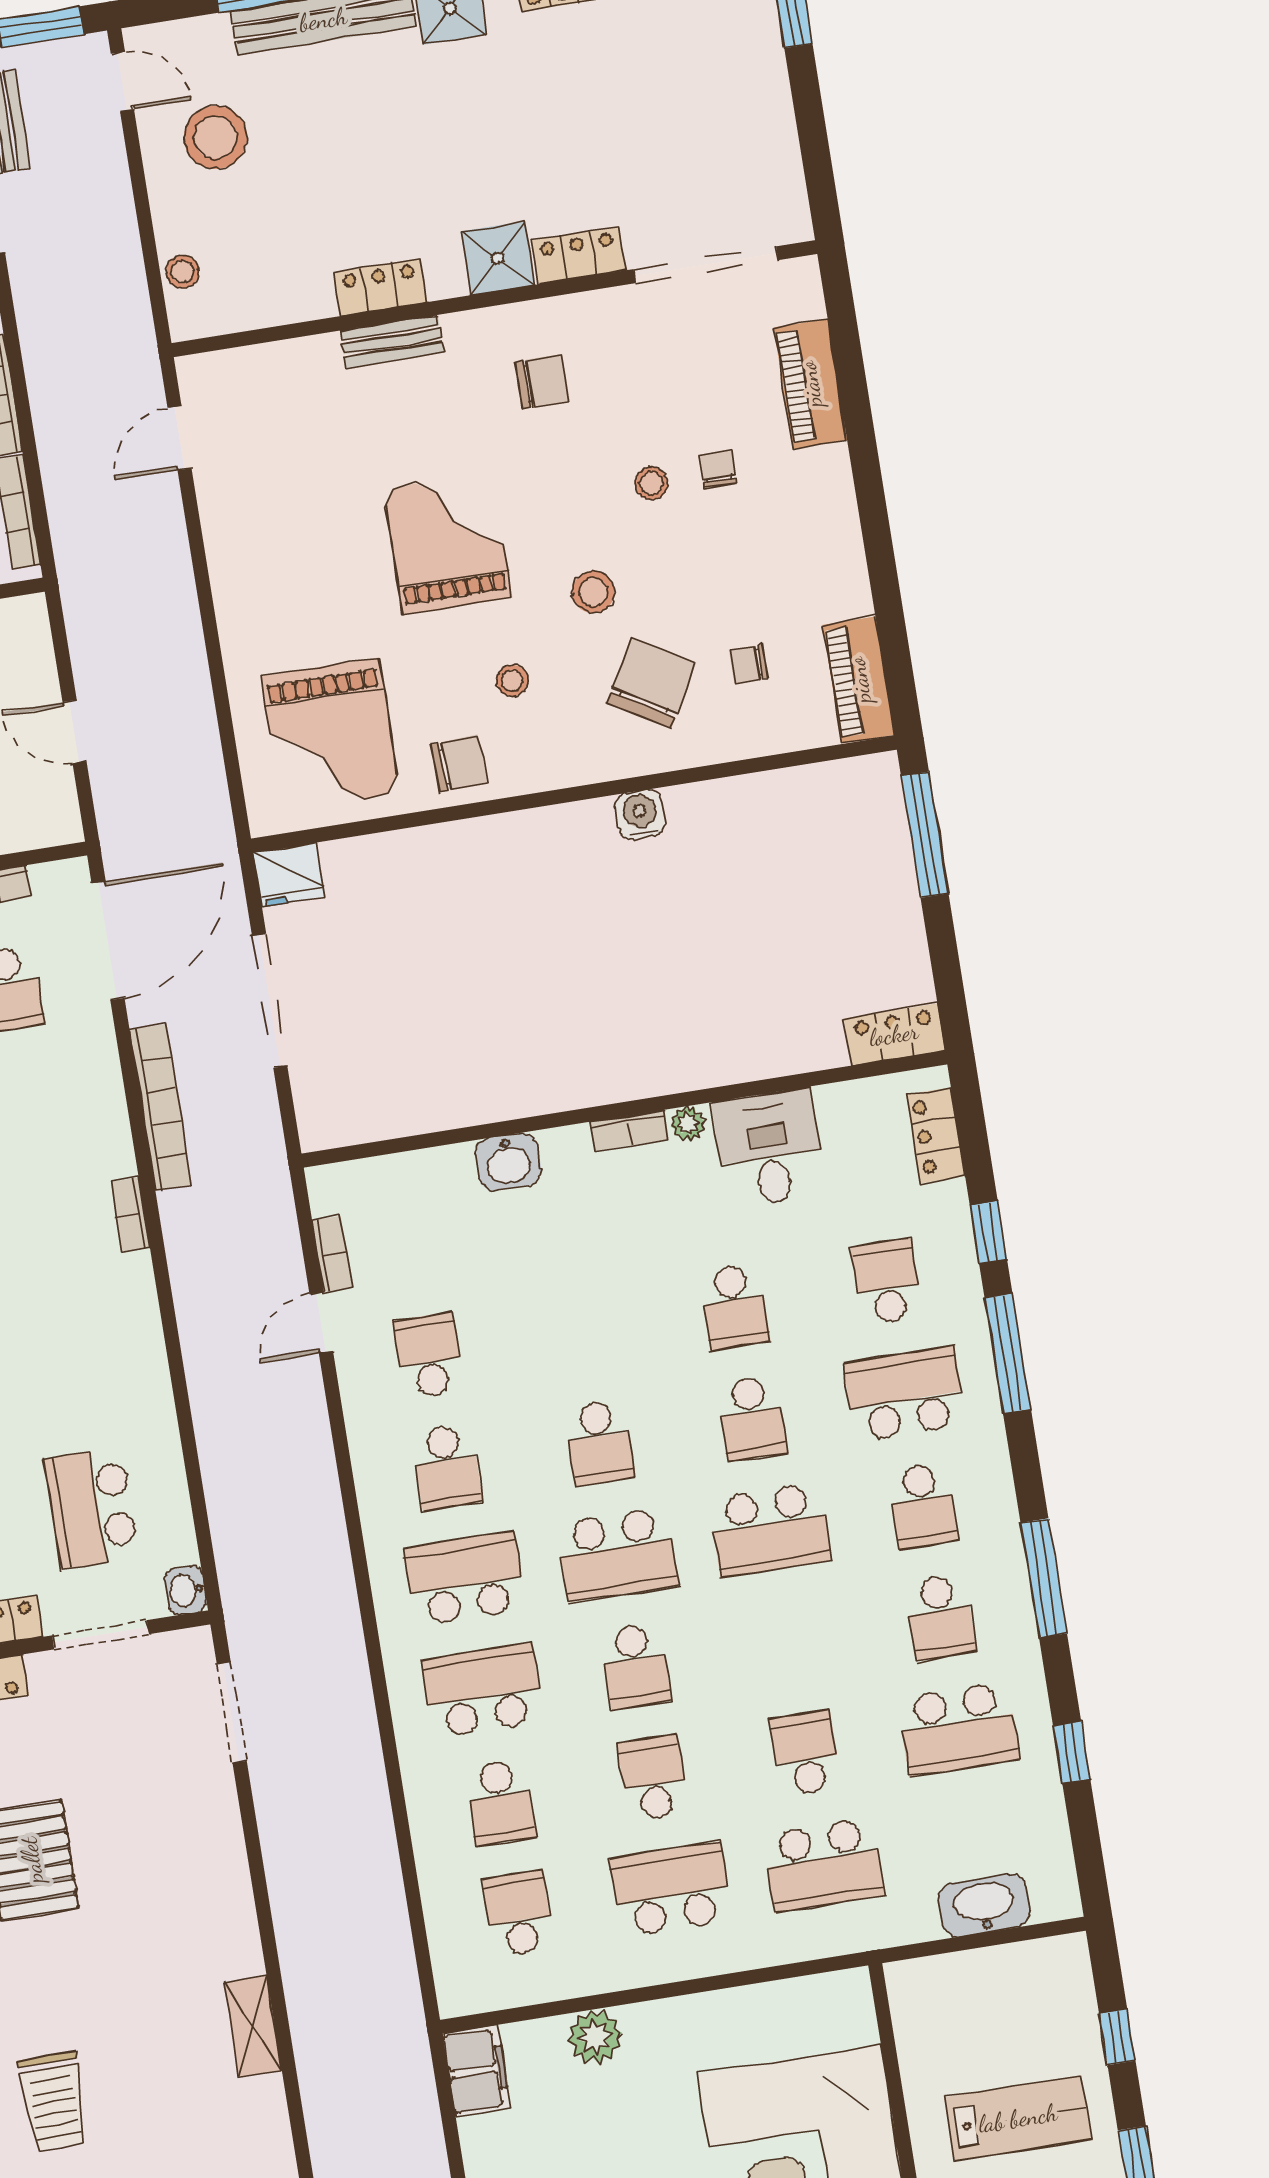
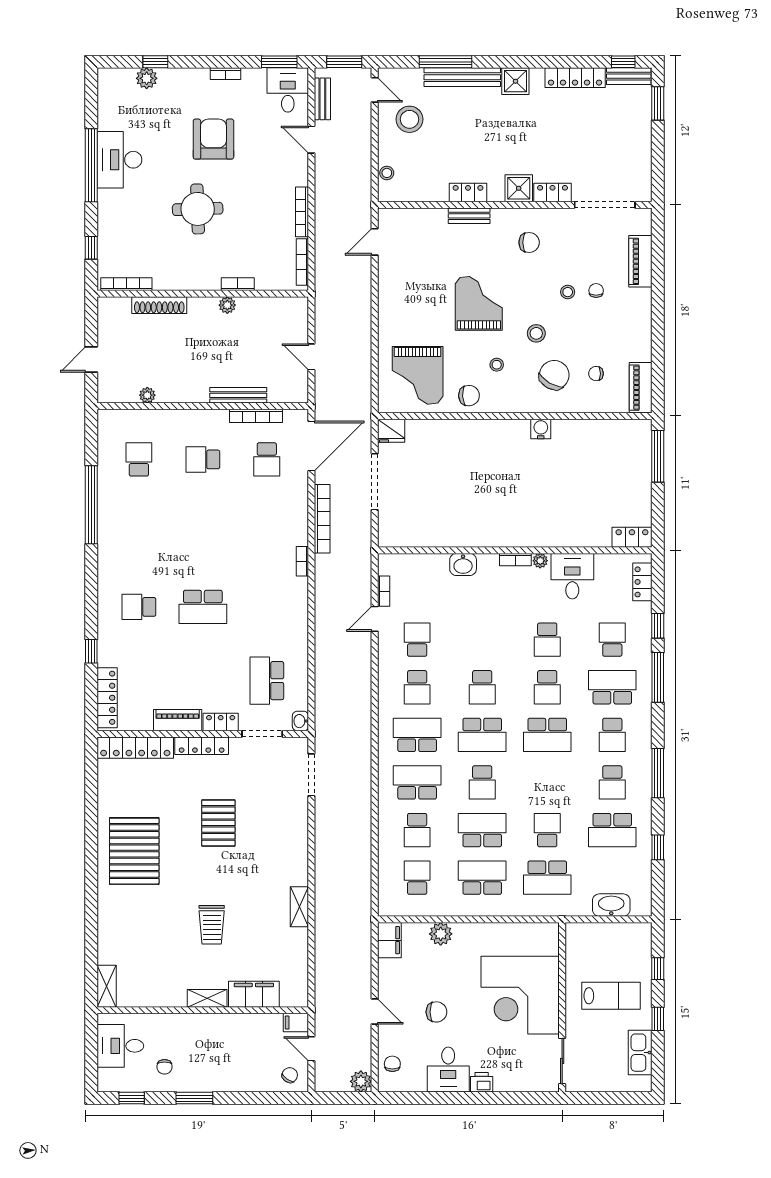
school desk: (653, 1778) -> (482, 830), width x1.85

